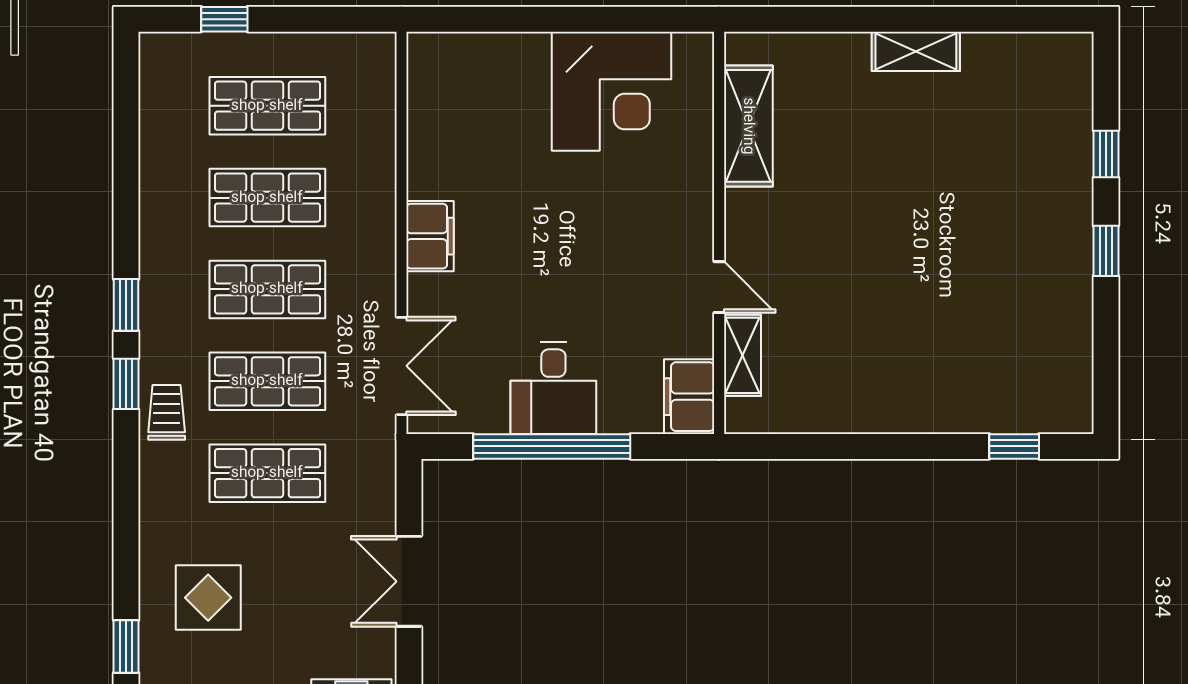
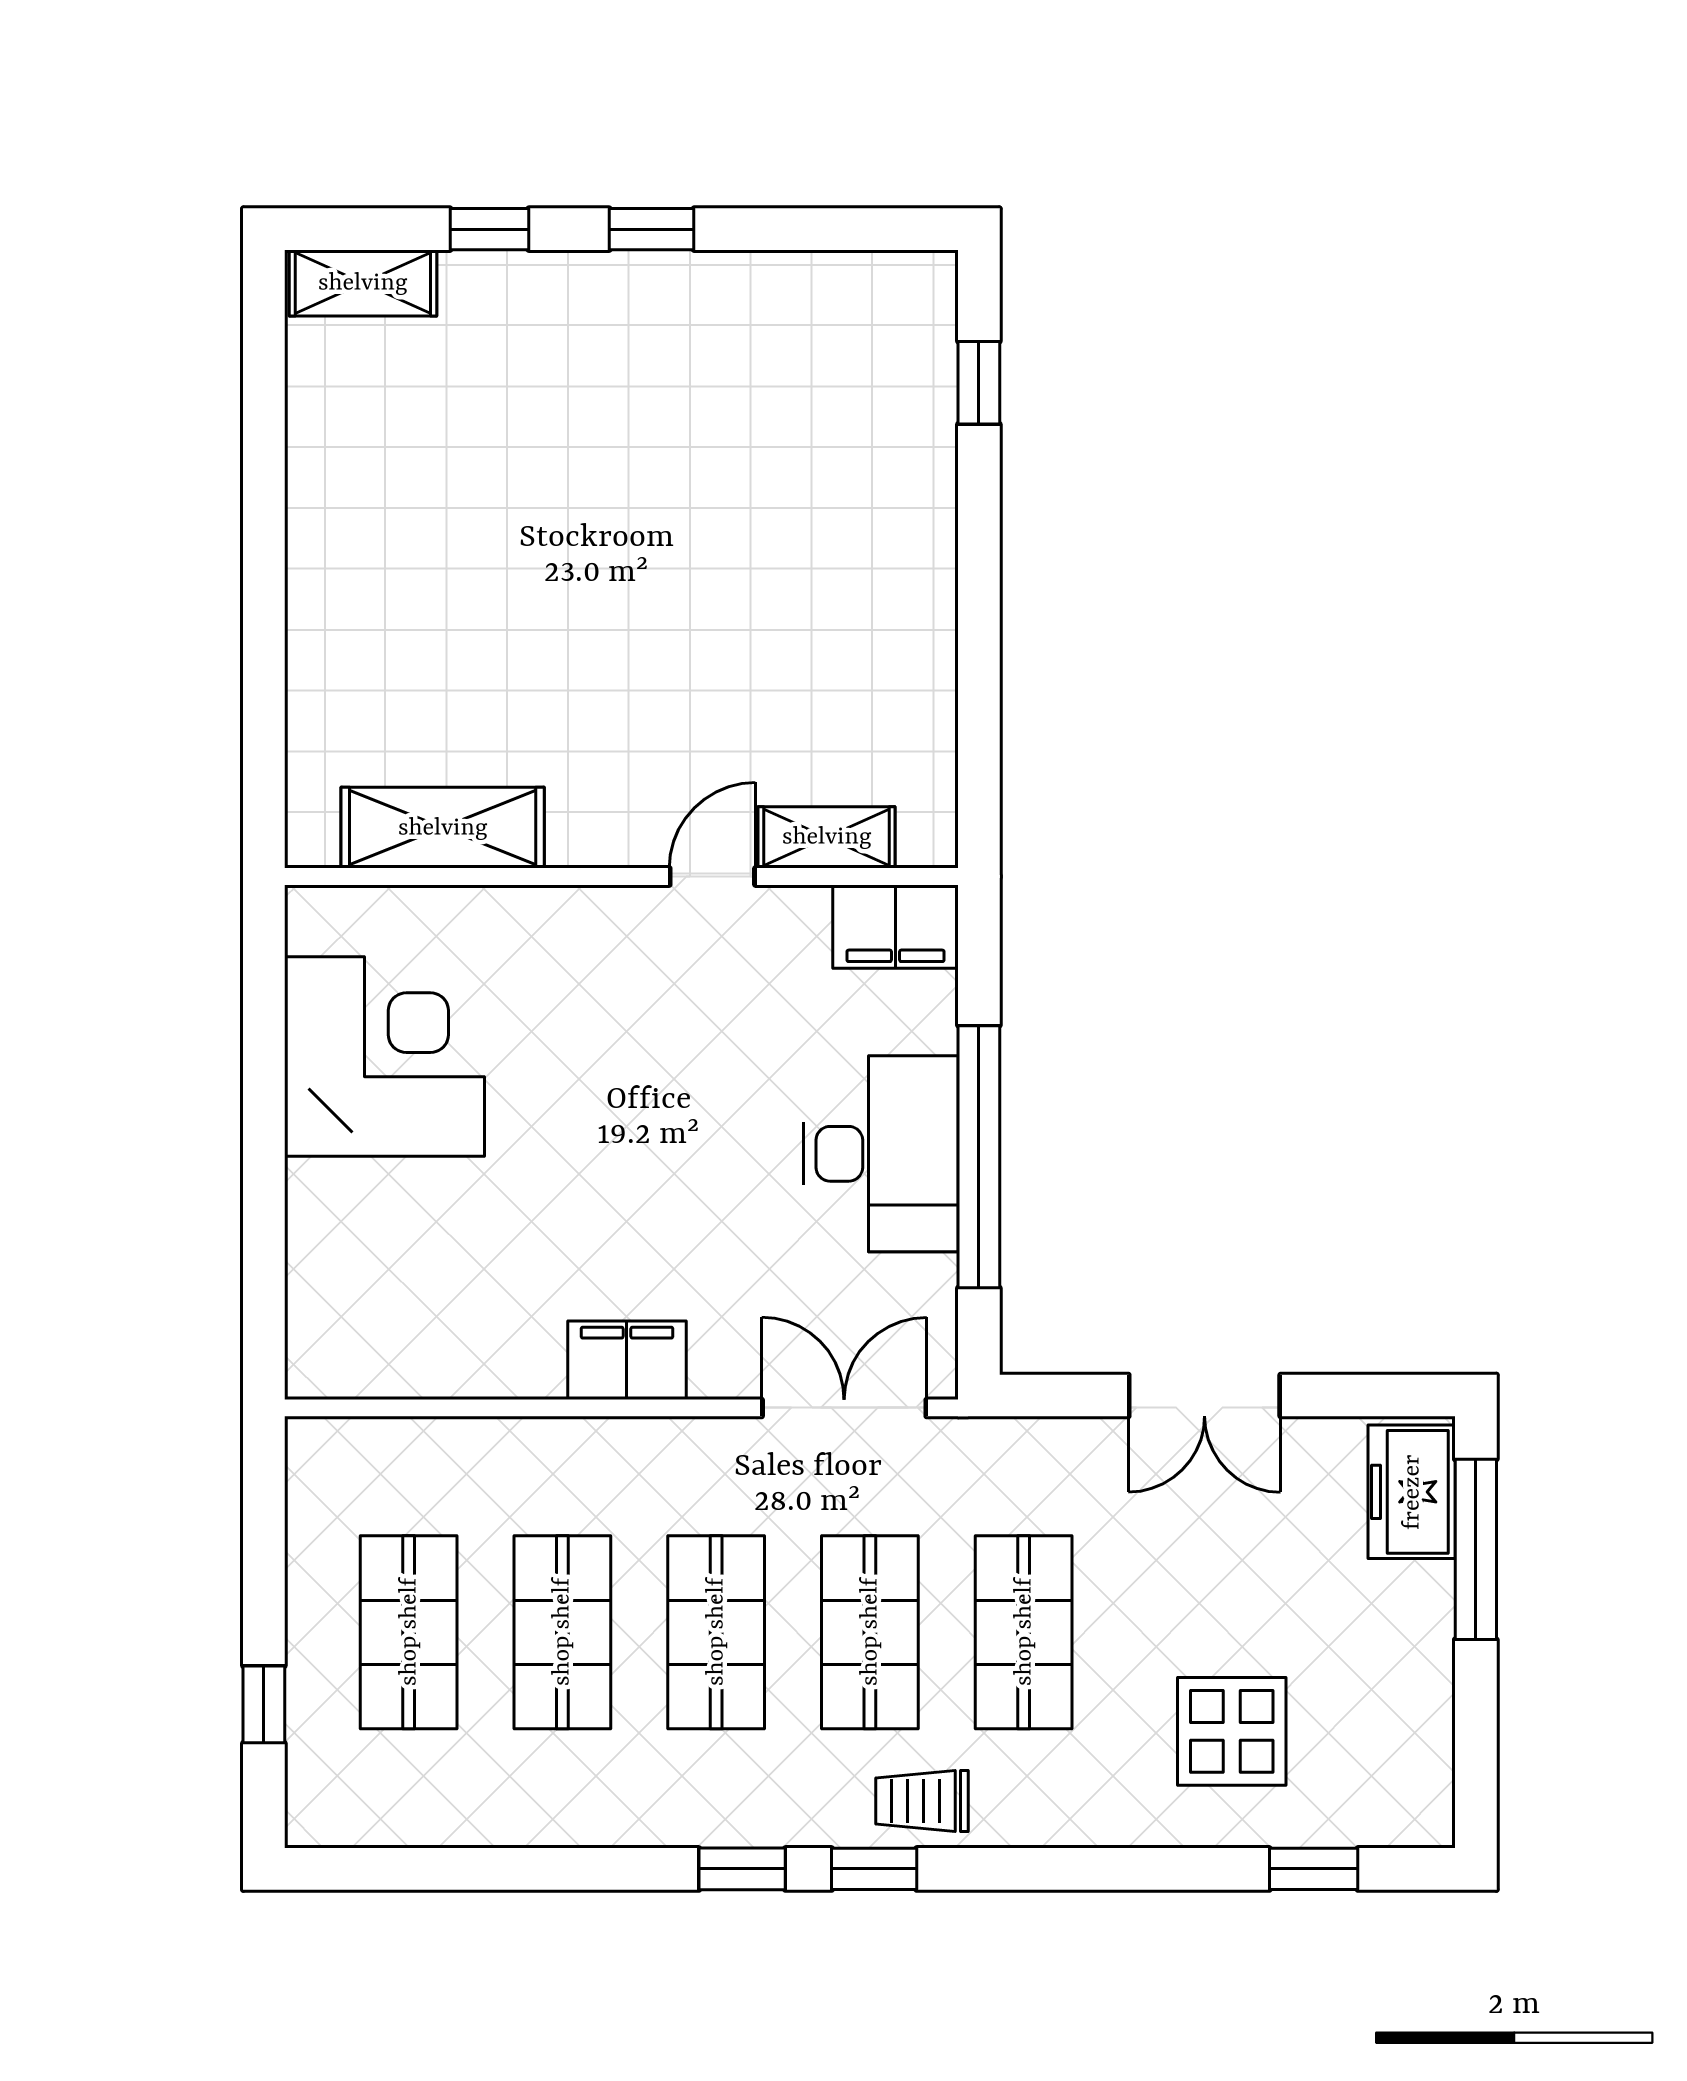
shelving: (916, 51) -> (363, 283), moved, turned 90
desk: (553, 388) -> (881, 1154), width x1.37

